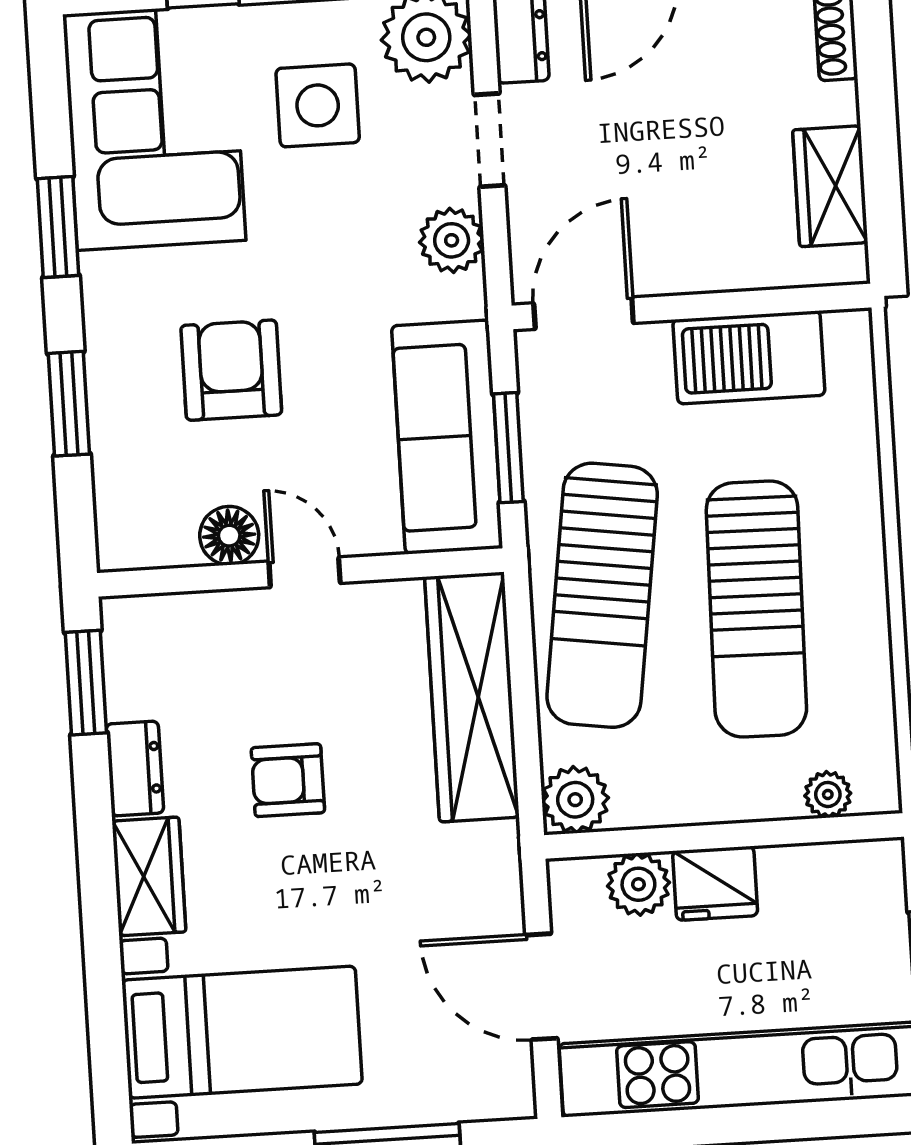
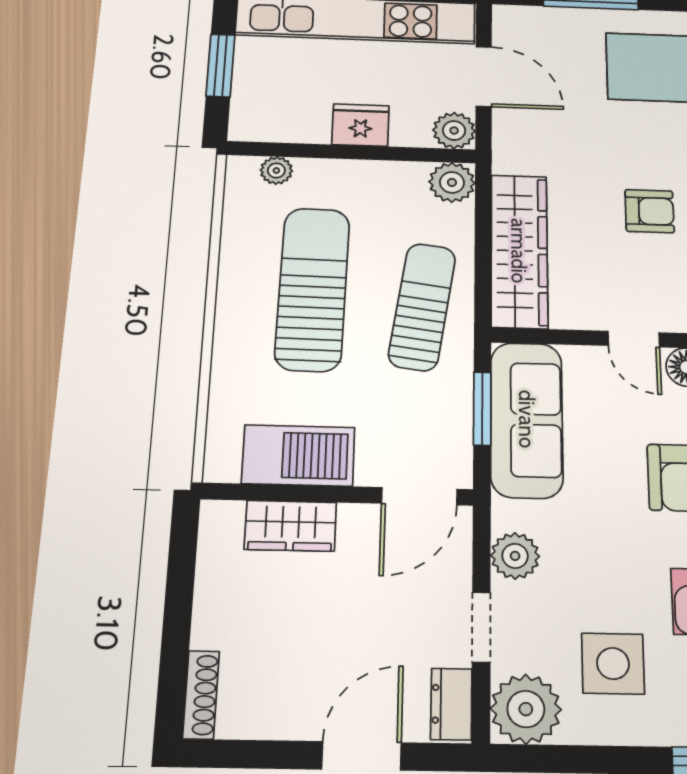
wardrobe: (830, 186) -> (291, 526), moved, turned 90
sun lounger: (602, 595) -> (422, 307), width x0.73, depth x0.75
plant: (638, 884) -> (454, 131), moved

